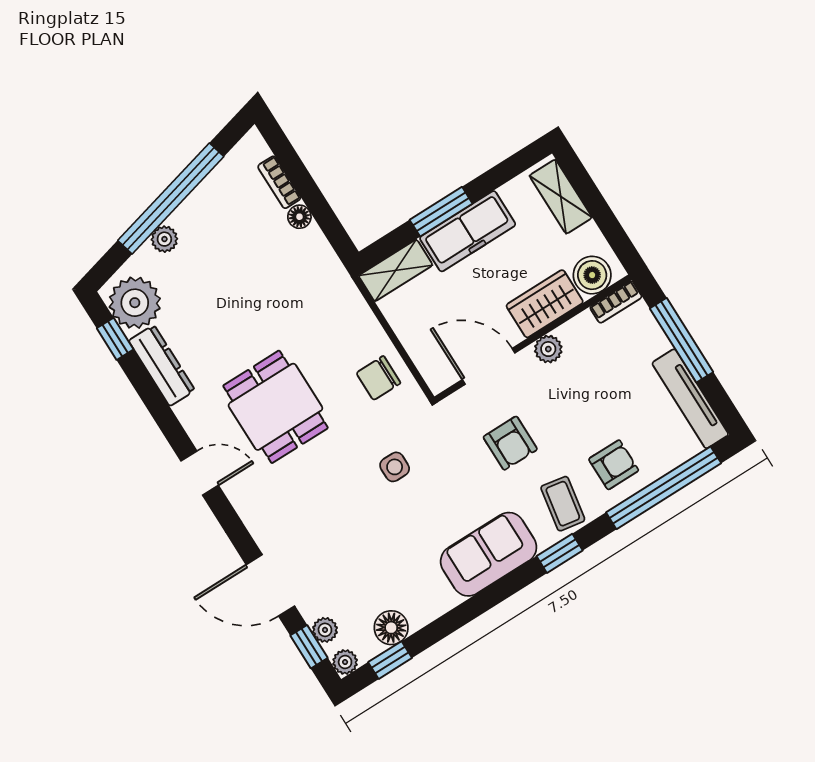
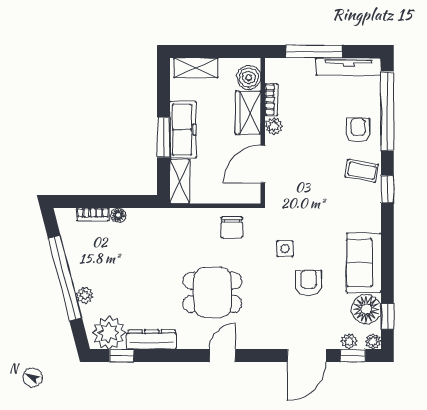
bookcase: (616, 302) -> (271, 100), moved
armchair: (510, 443) -> (309, 283), moved, turned -90
sofa: (489, 554) -> (364, 263), moved
floor lamp: (391, 628) -> (366, 309), width x1.38, depth x1.38

